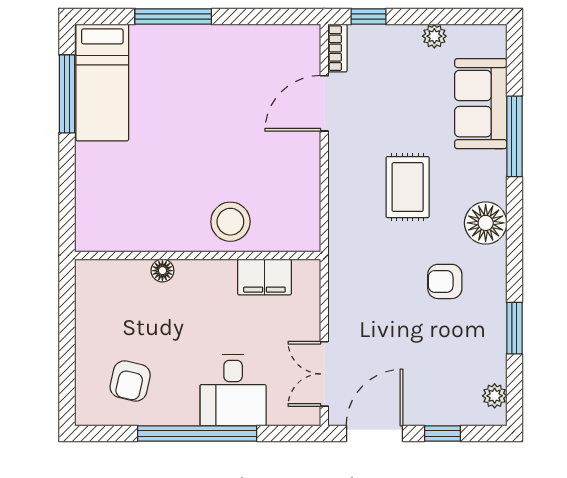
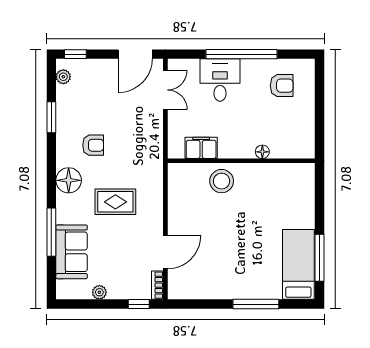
rug: (408, 187) -> (115, 202), turned 90
armchair: (130, 381) -> (282, 86), turned 77
window: (443, 433) -> (75, 54), moved

